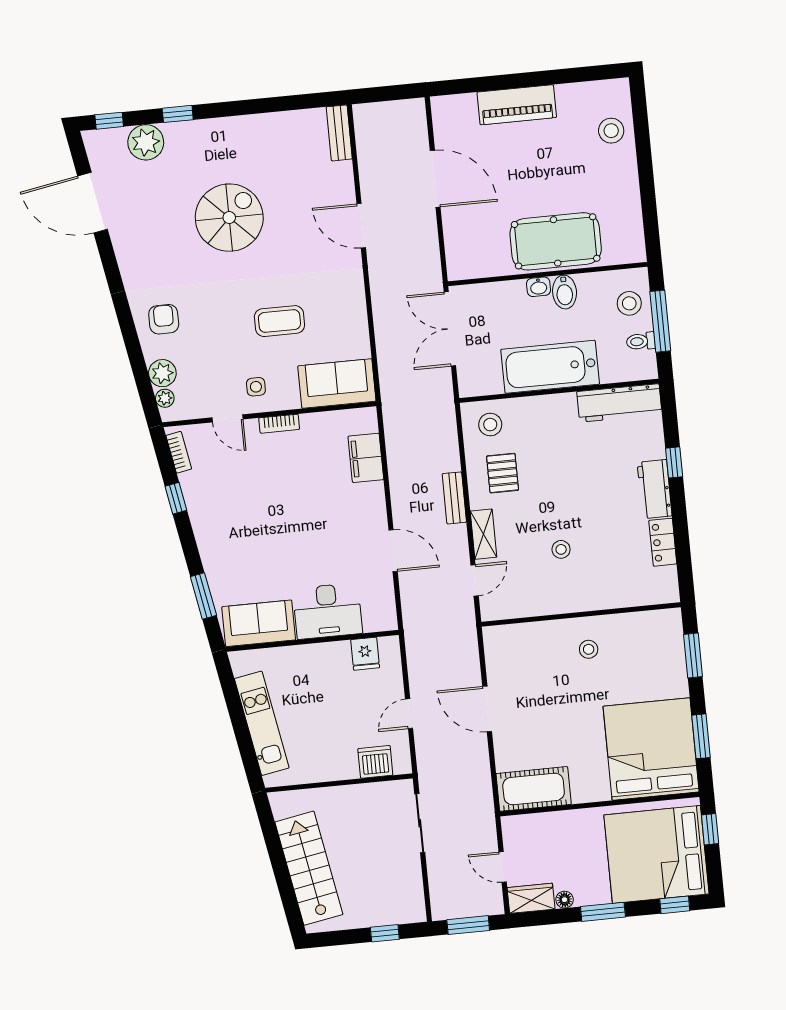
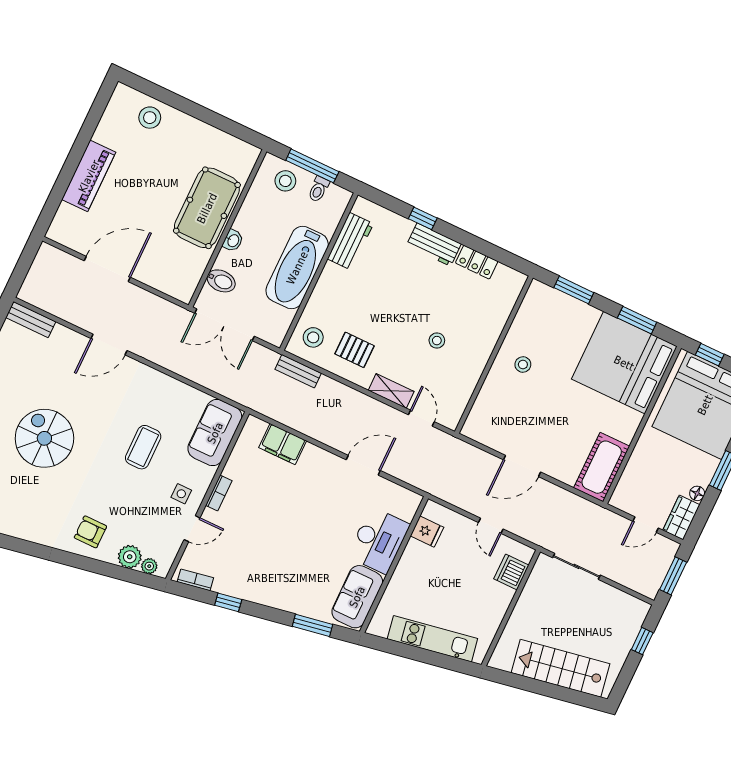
bidet: (565, 292) -> (221, 281), moved
workbench: (619, 403) -> (350, 241), width x0.73
bench: (454, 498) -> (298, 371), moved

